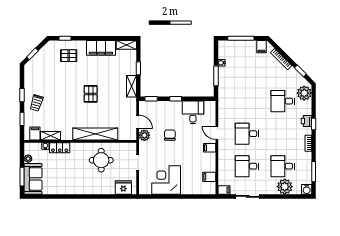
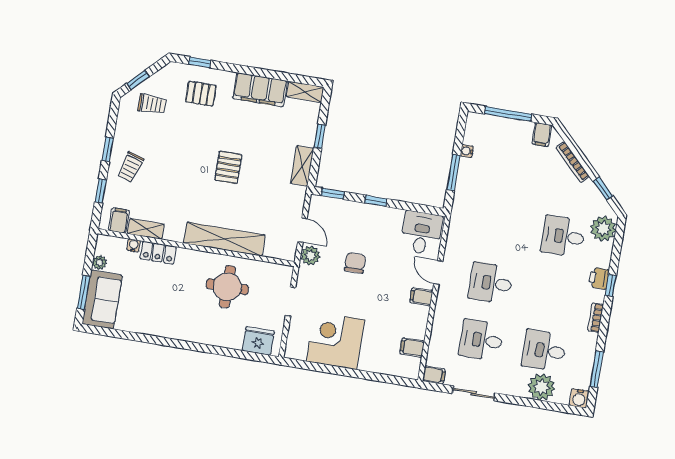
trolley: (43, 66) -> (152, 104), added
desk: (193, 112) -> (421, 233), moved

